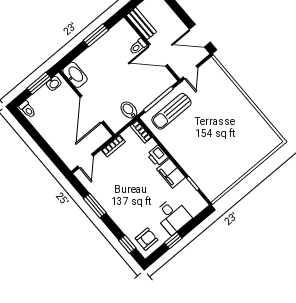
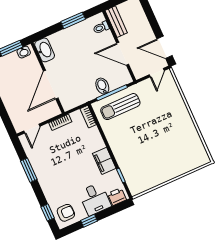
toilet: (138, 47) -> (101, 27), moved
door: (190, 72) -> (157, 73), moved
bidet: (129, 110) -> (102, 86), moved
printer: (158, 156) -> (117, 197), moved, turned 90

